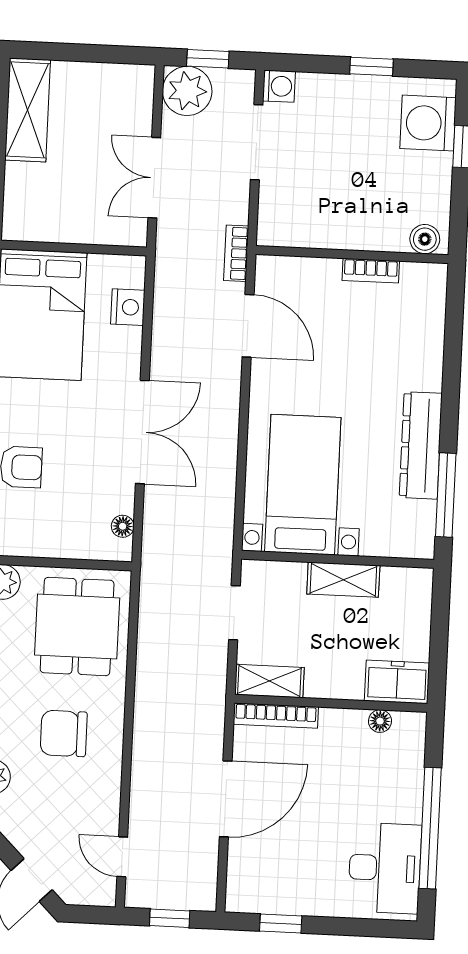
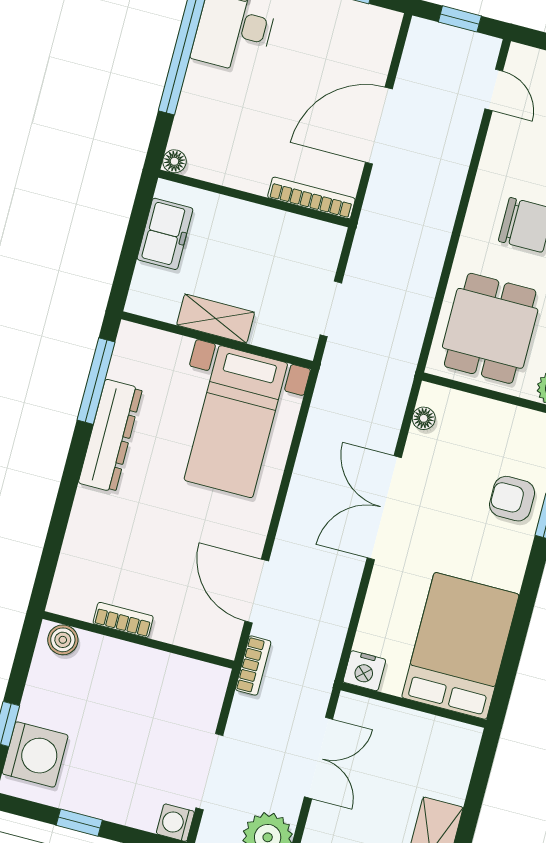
nightstand: (128, 307) -> (364, 671), moved, turned -90
shelving: (269, 681) -> (311, 234), removed
freezer: (397, 682) -> (165, 234), moved, turned -90
floor lamp: (380, 721) -> (174, 161), moved

